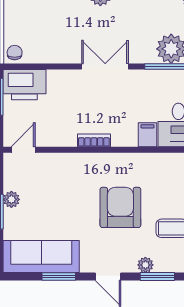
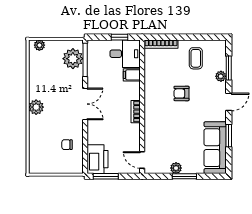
chair: (15, 53) -> (67, 145), moved
double door: (105, 67) -> (85, 104), swing flipped
armchair: (120, 207) -> (181, 93), width x0.53, depth x0.53

